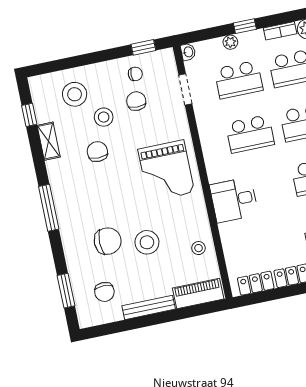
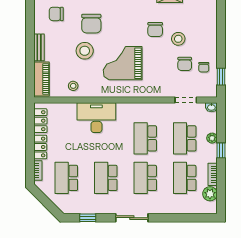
stool: (75, 94) -> (198, 22), removed
chair: (136, 101) -> (185, 64), turned 90
chair: (97, 152) -> (155, 29), turned 90
grand piano: (166, 171) -> (123, 63), moved
desk: (234, 200) -> (96, 118), width x1.37
bench: (149, 307) -> (39, 47), width x0.73

